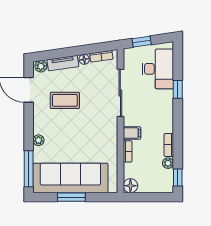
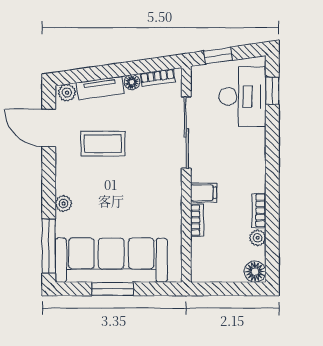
window: (178, 89) -> (272, 91), moved
window: (178, 178) -> (272, 259), removed
floor lamp: (130, 186) -> (255, 272), moved

